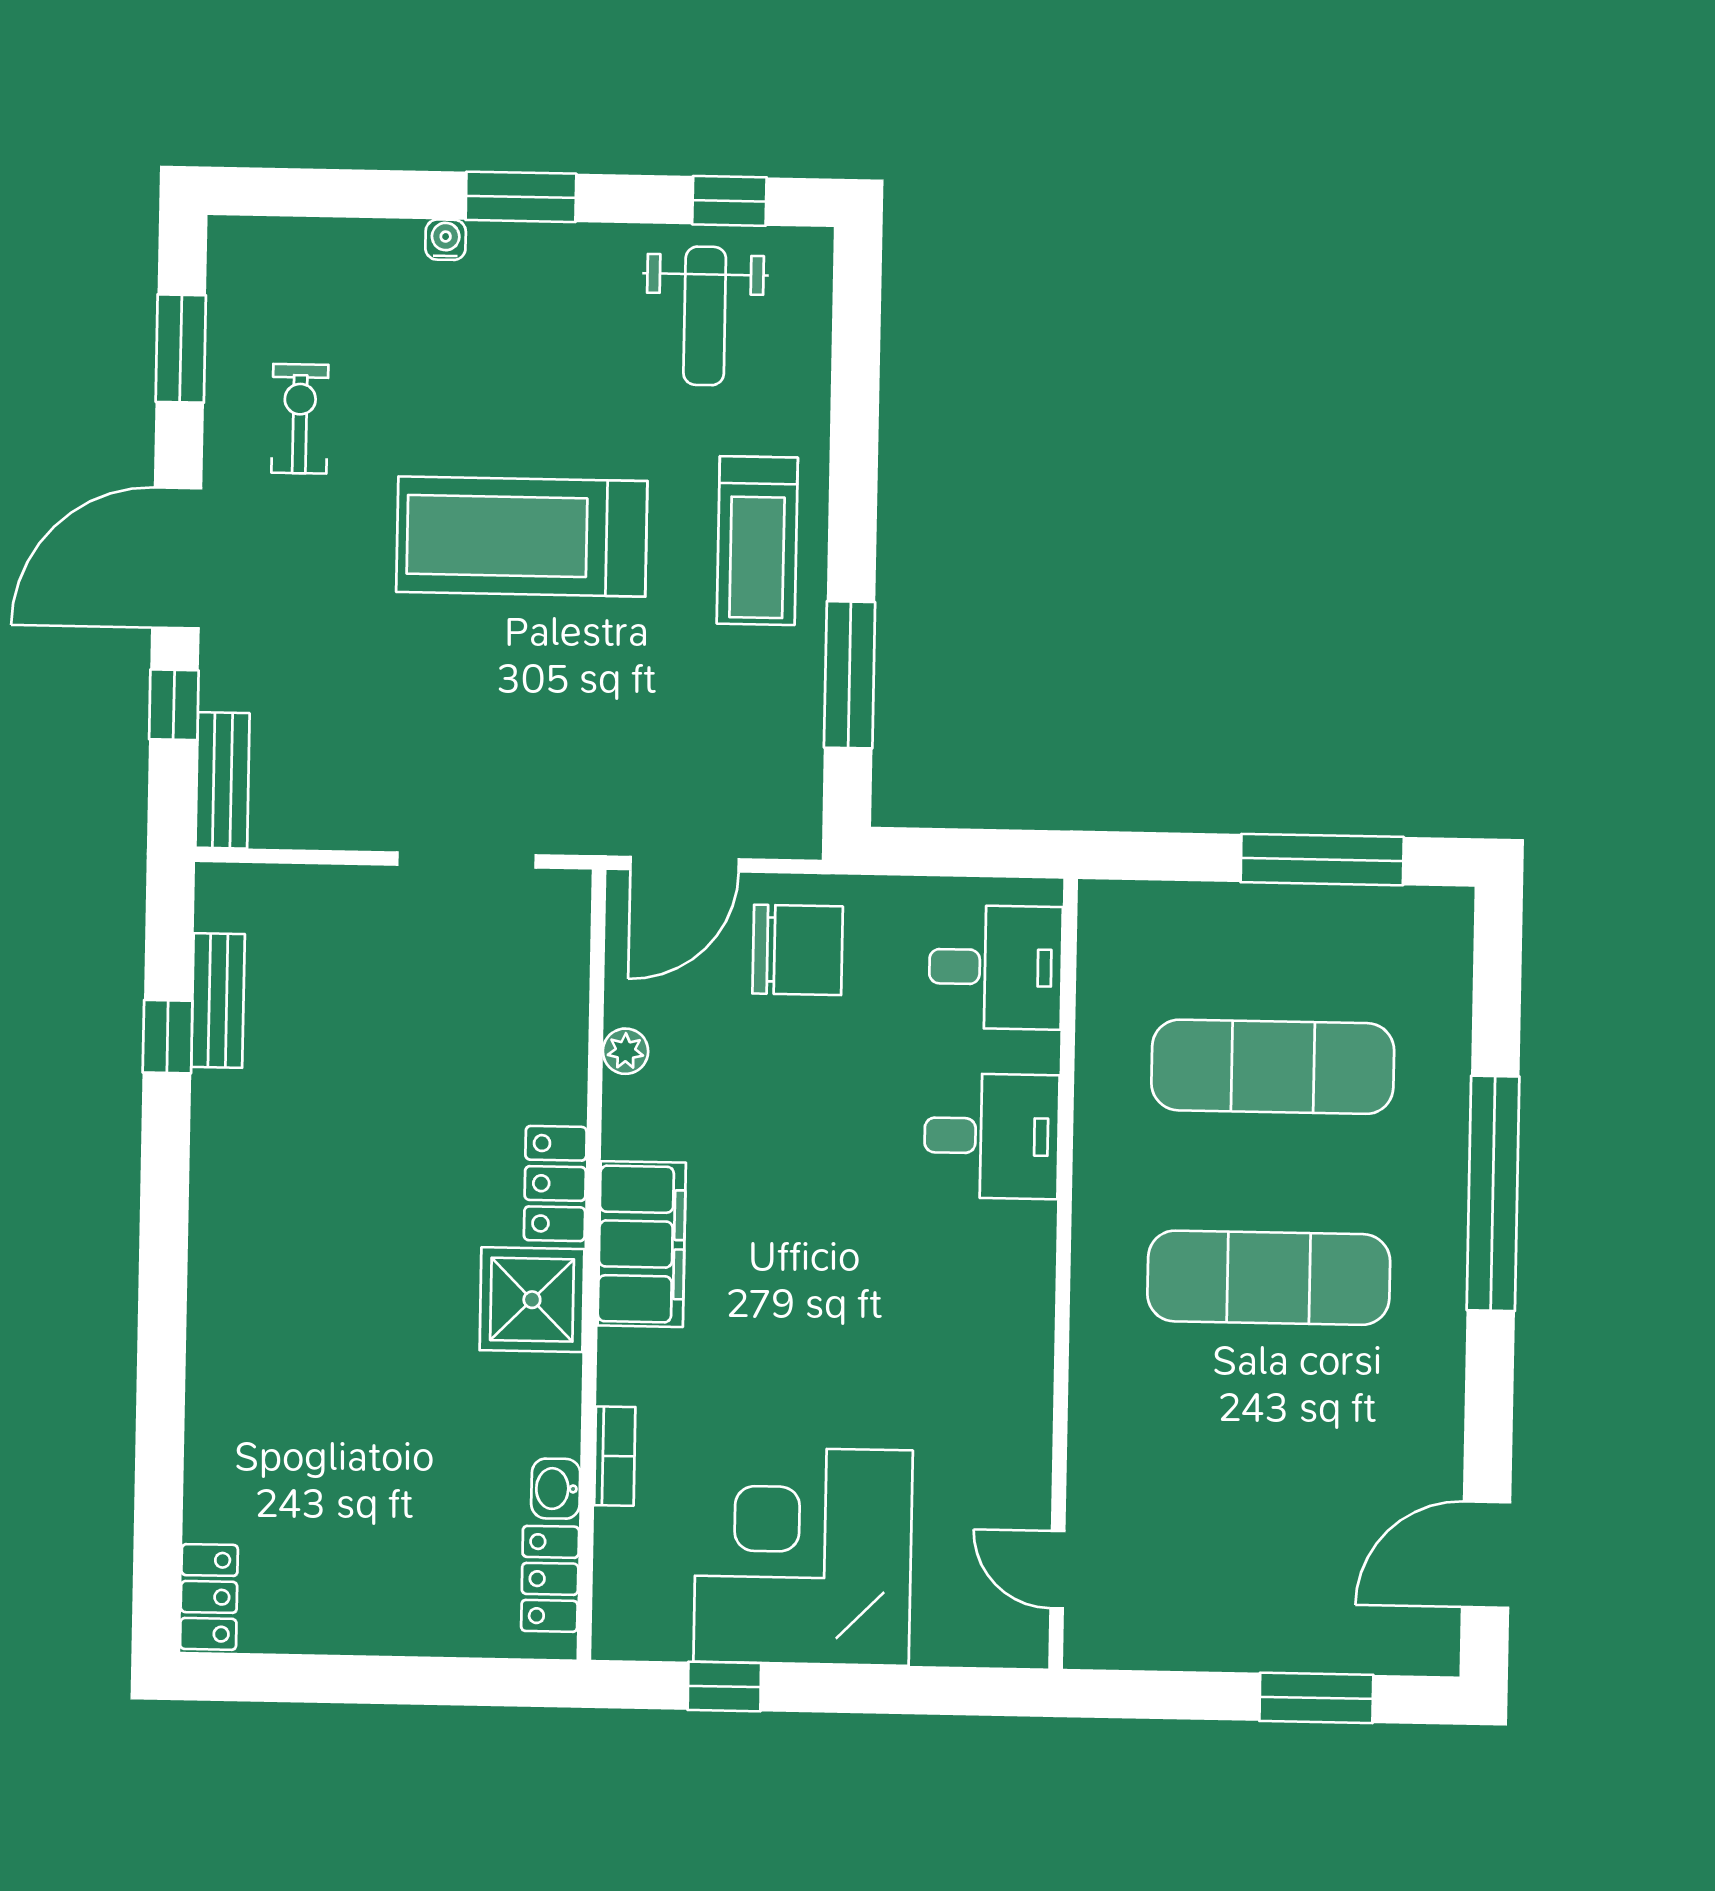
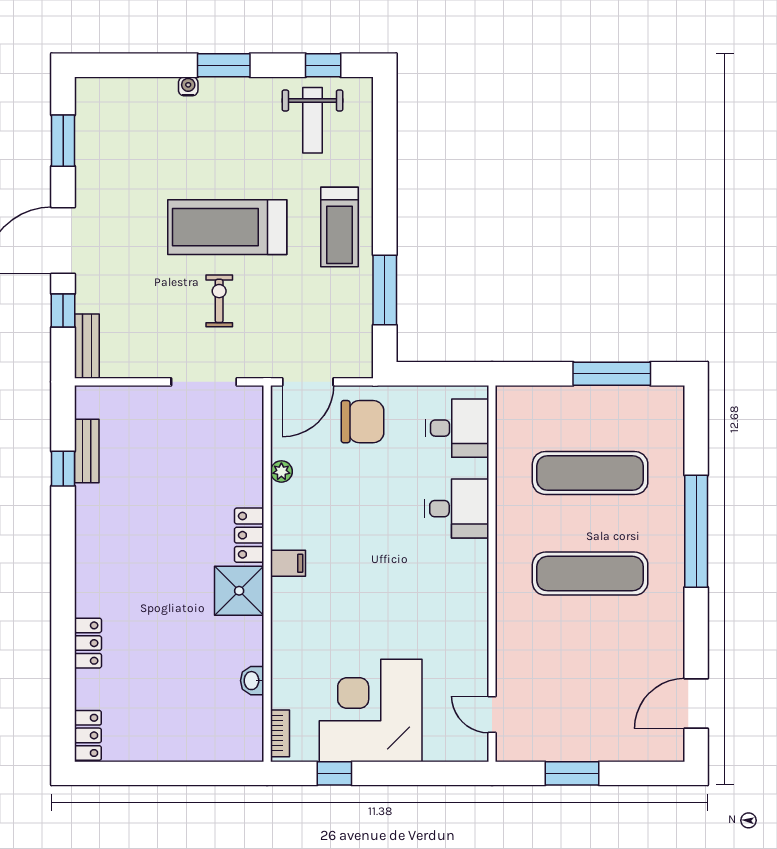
exercise bike: (300, 419) -> (219, 301), moved
filing cabinet: (642, 1244) -> (288, 563), width x0.33, depth x0.86
bookcase: (615, 1456) -> (280, 733), moved
locker: (550, 1579) -> (88, 643), moved, turned 180
window: (1316, 1698) -> (572, 773), moved

